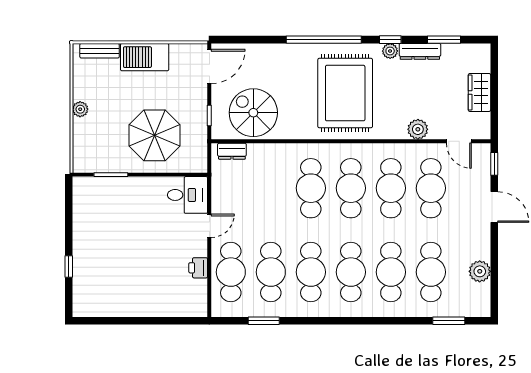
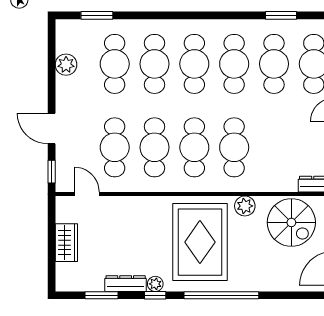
plant: (418, 129) -> (245, 206), moved

